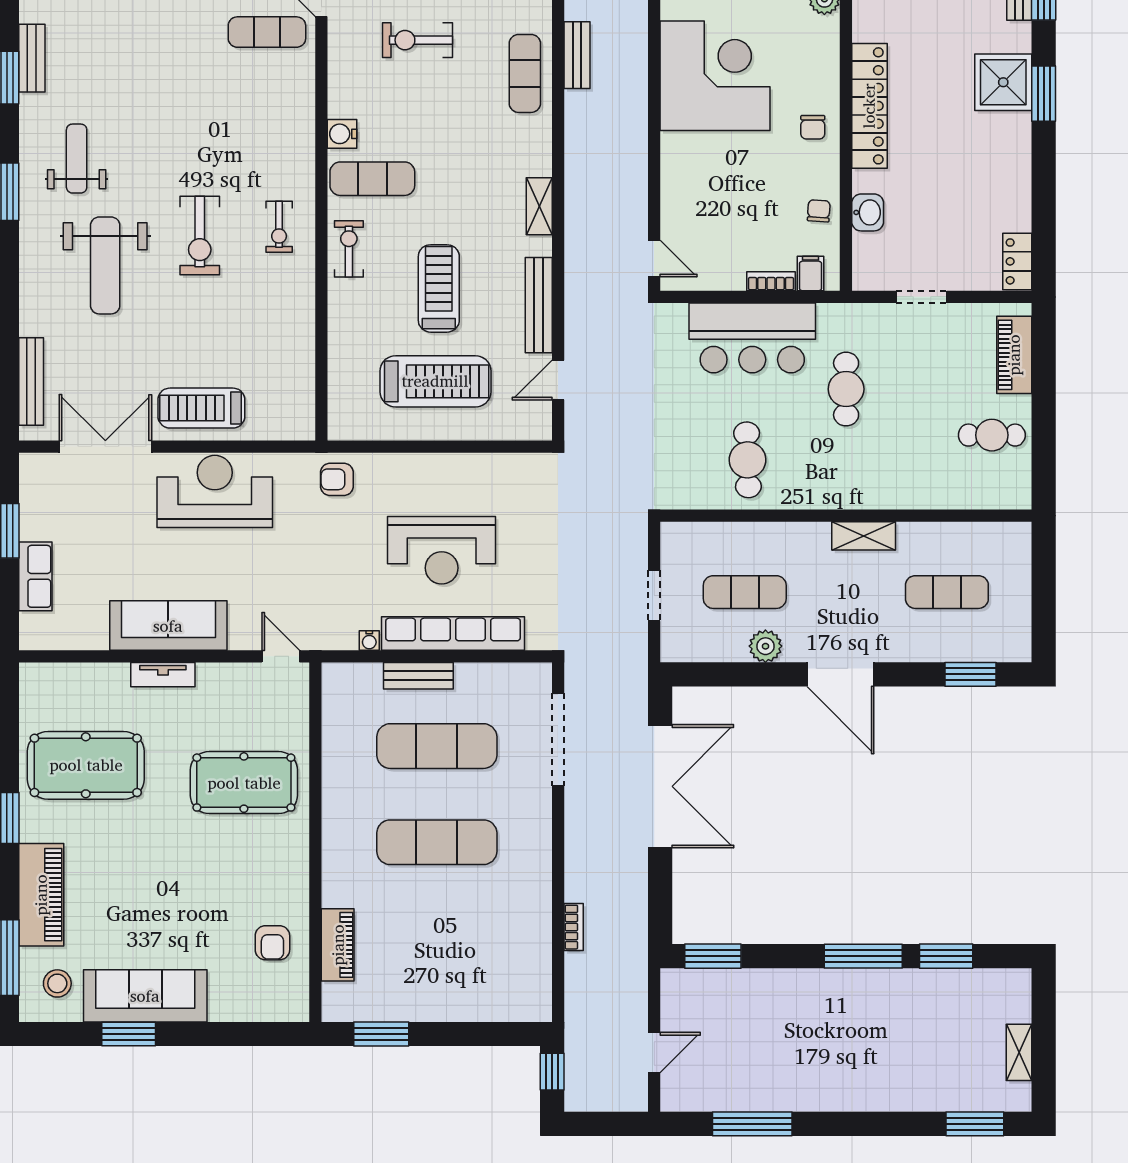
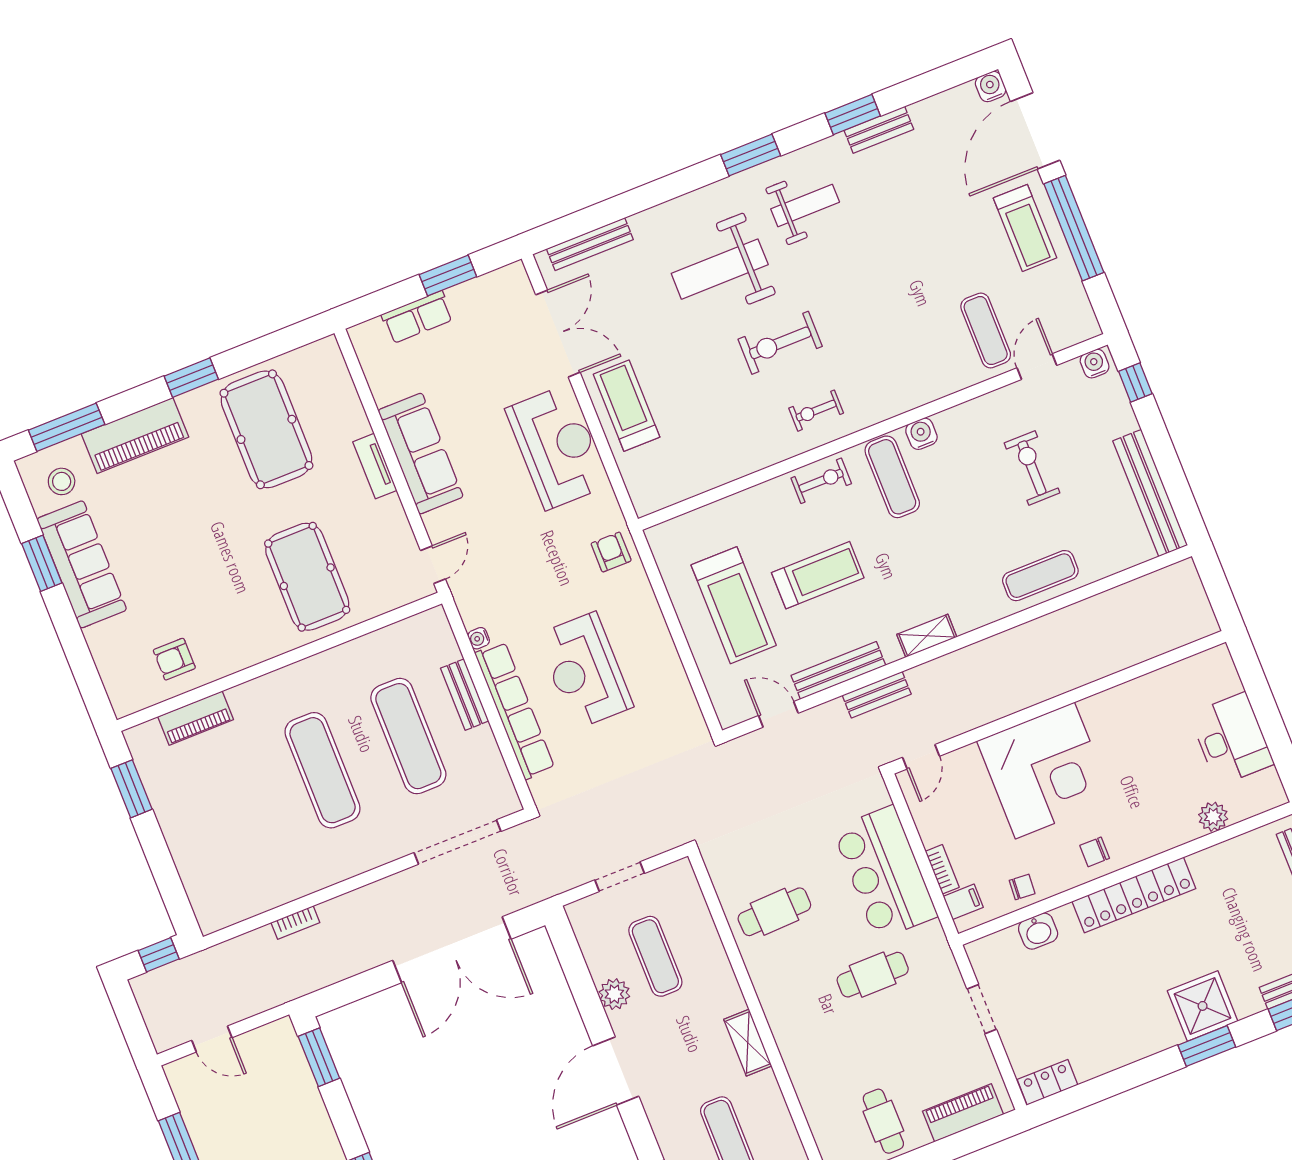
bench: (577, 55) -> (877, 695), moved
corner desk: (715, 76) -> (1045, 771), moved

